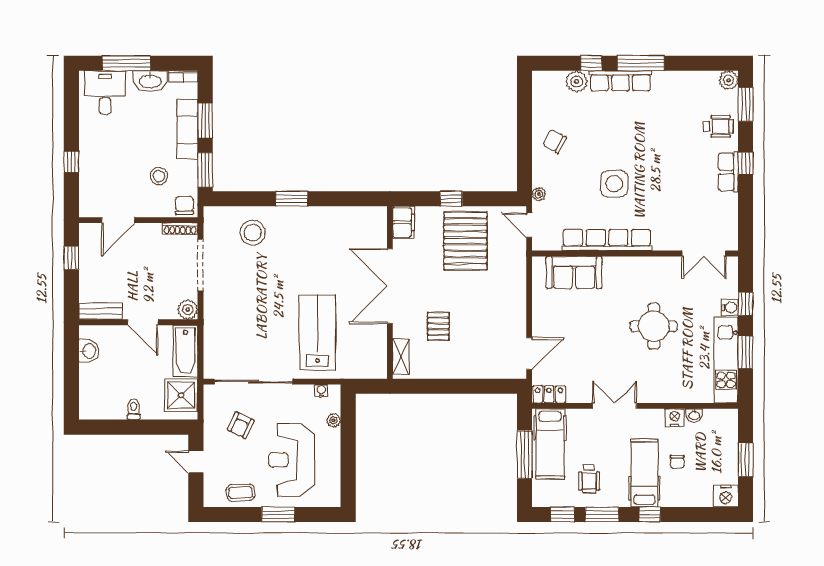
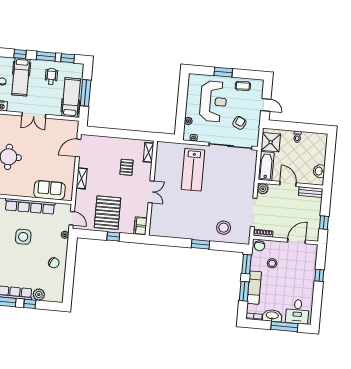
double door: (390, 286) -> (151, 192), width x0.54
shelving: (518, 299) -> (82, 178), added
locker: (549, 394) -> (69, 125), removed

